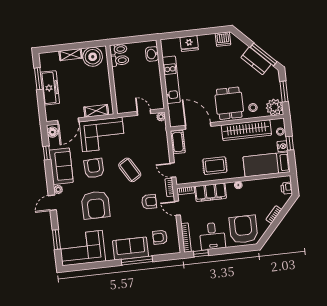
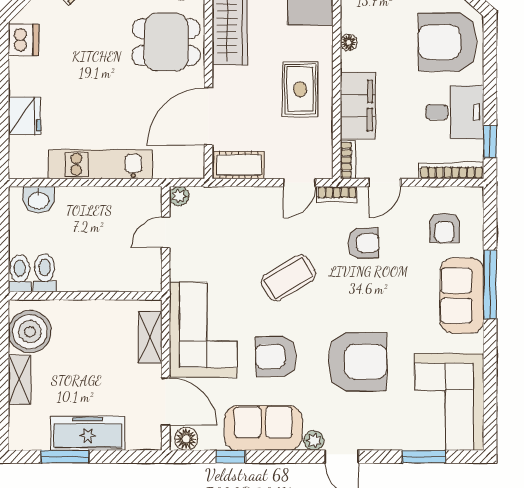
armchair: (149, 202) -> (363, 243), turned 88

